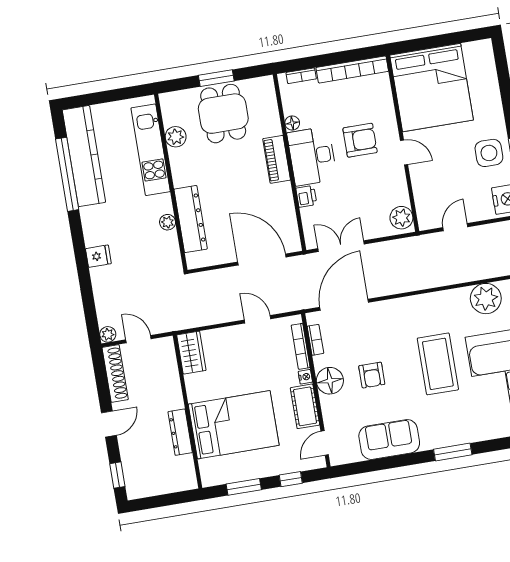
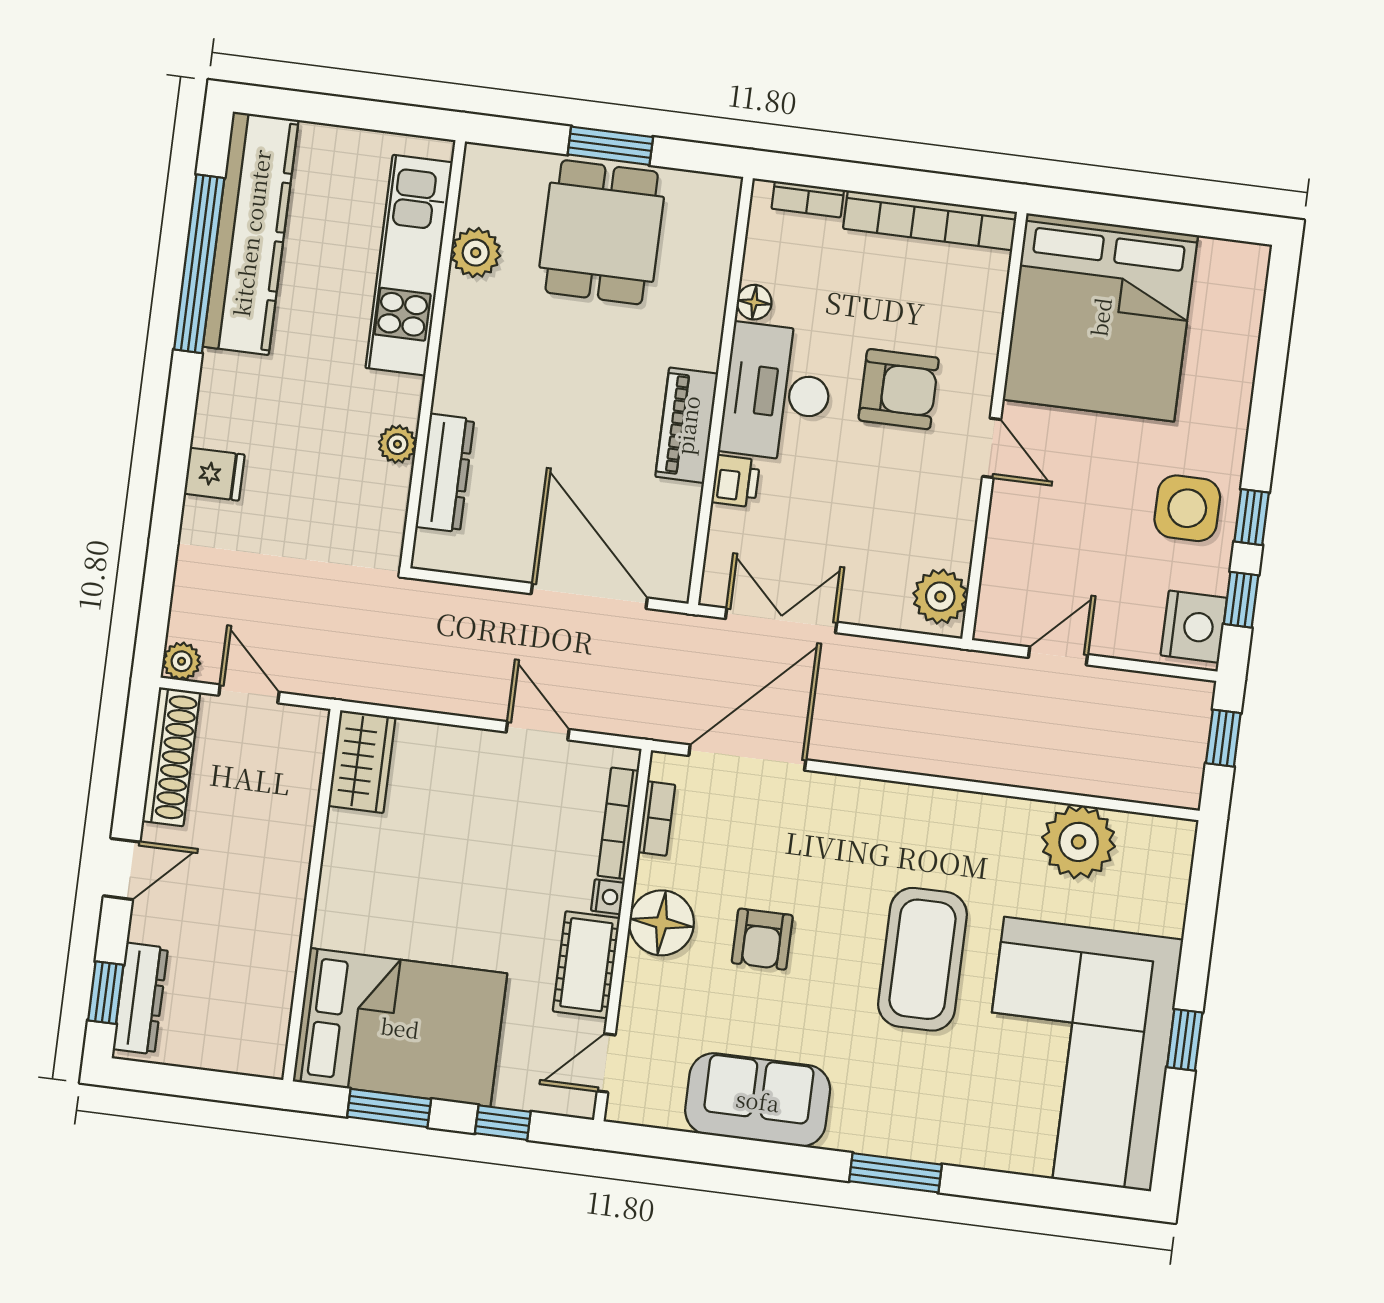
piano: (277, 159) -> (687, 425), moved
dresser: (191, 219) -> (445, 473), width x0.73, depth x0.80
bed: (234, 425) -> (400, 1027), moved
dresser: (180, 432) -> (140, 999), moved, turned 180

